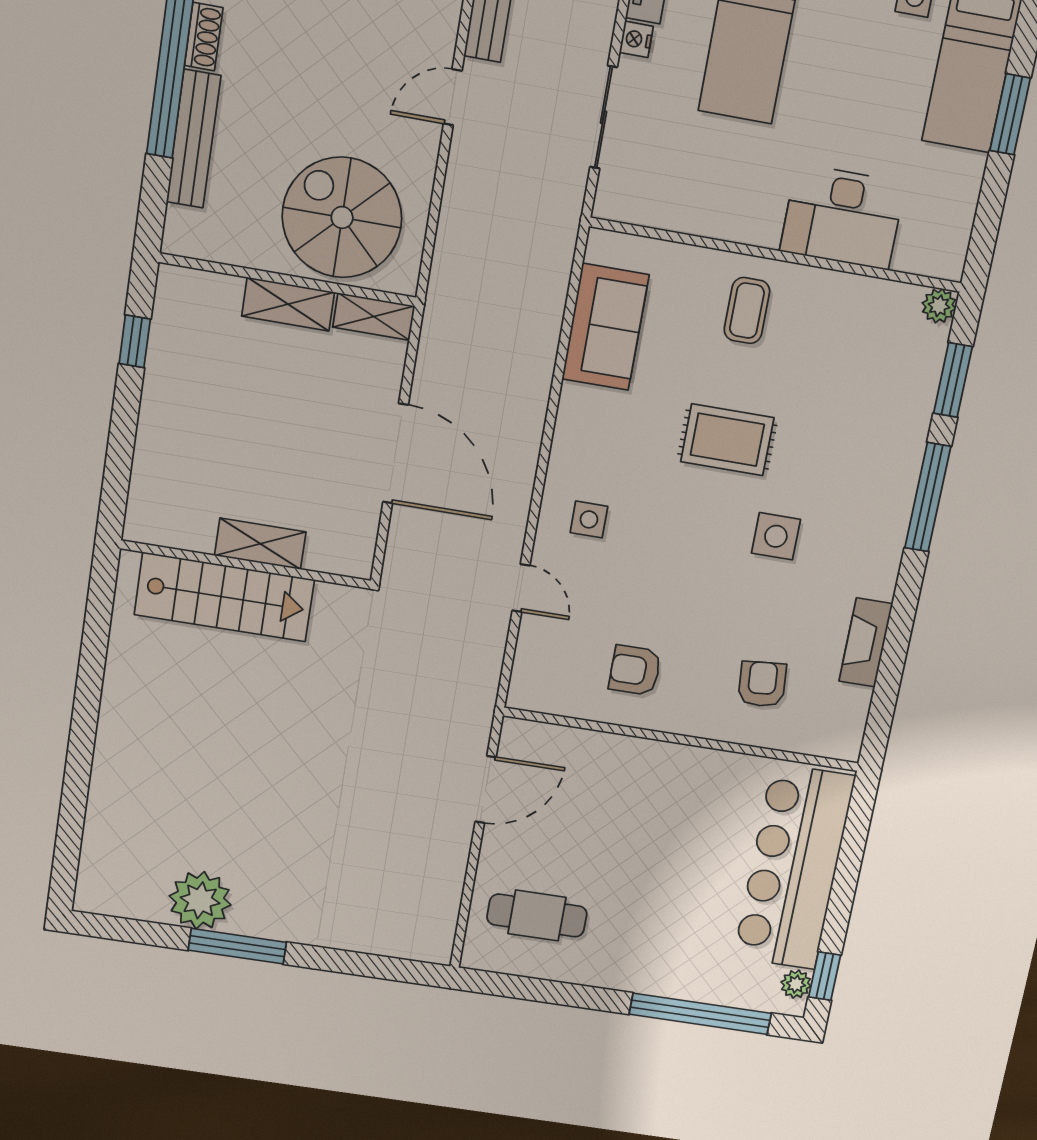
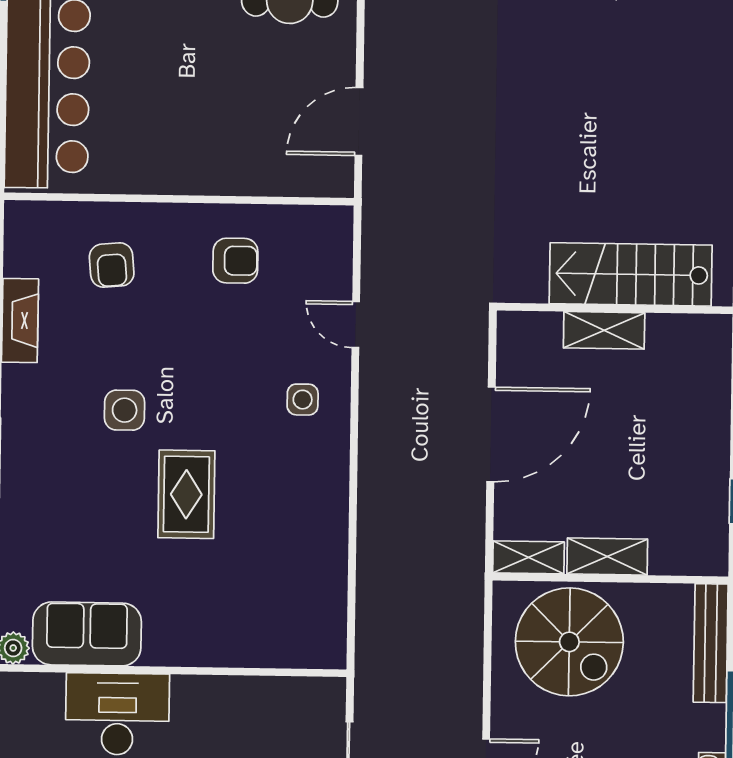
bench: (193, 139) -> (711, 643), moved
coffee table: (747, 310) -> (189, 616), removed
sofa: (605, 327) -> (87, 634), moved, turned 90
rug: (727, 440) -> (186, 494), turned 90
door: (396, 453) -> (491, 434), swing flipped

